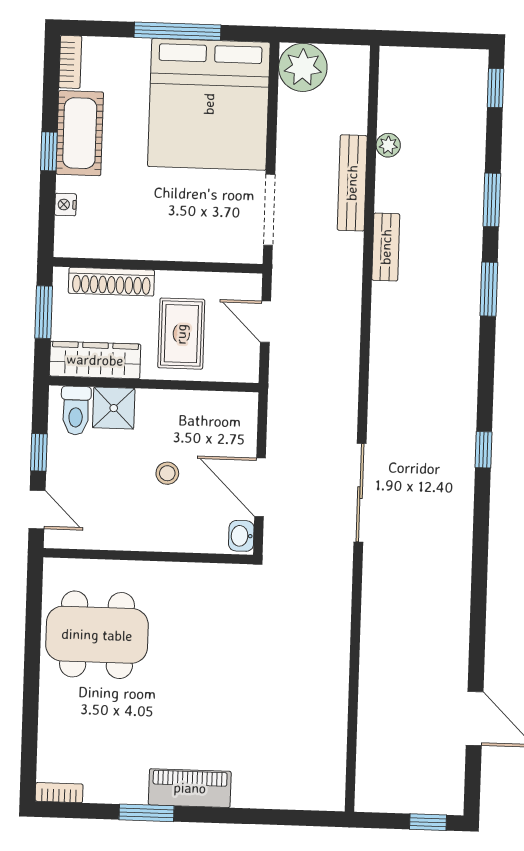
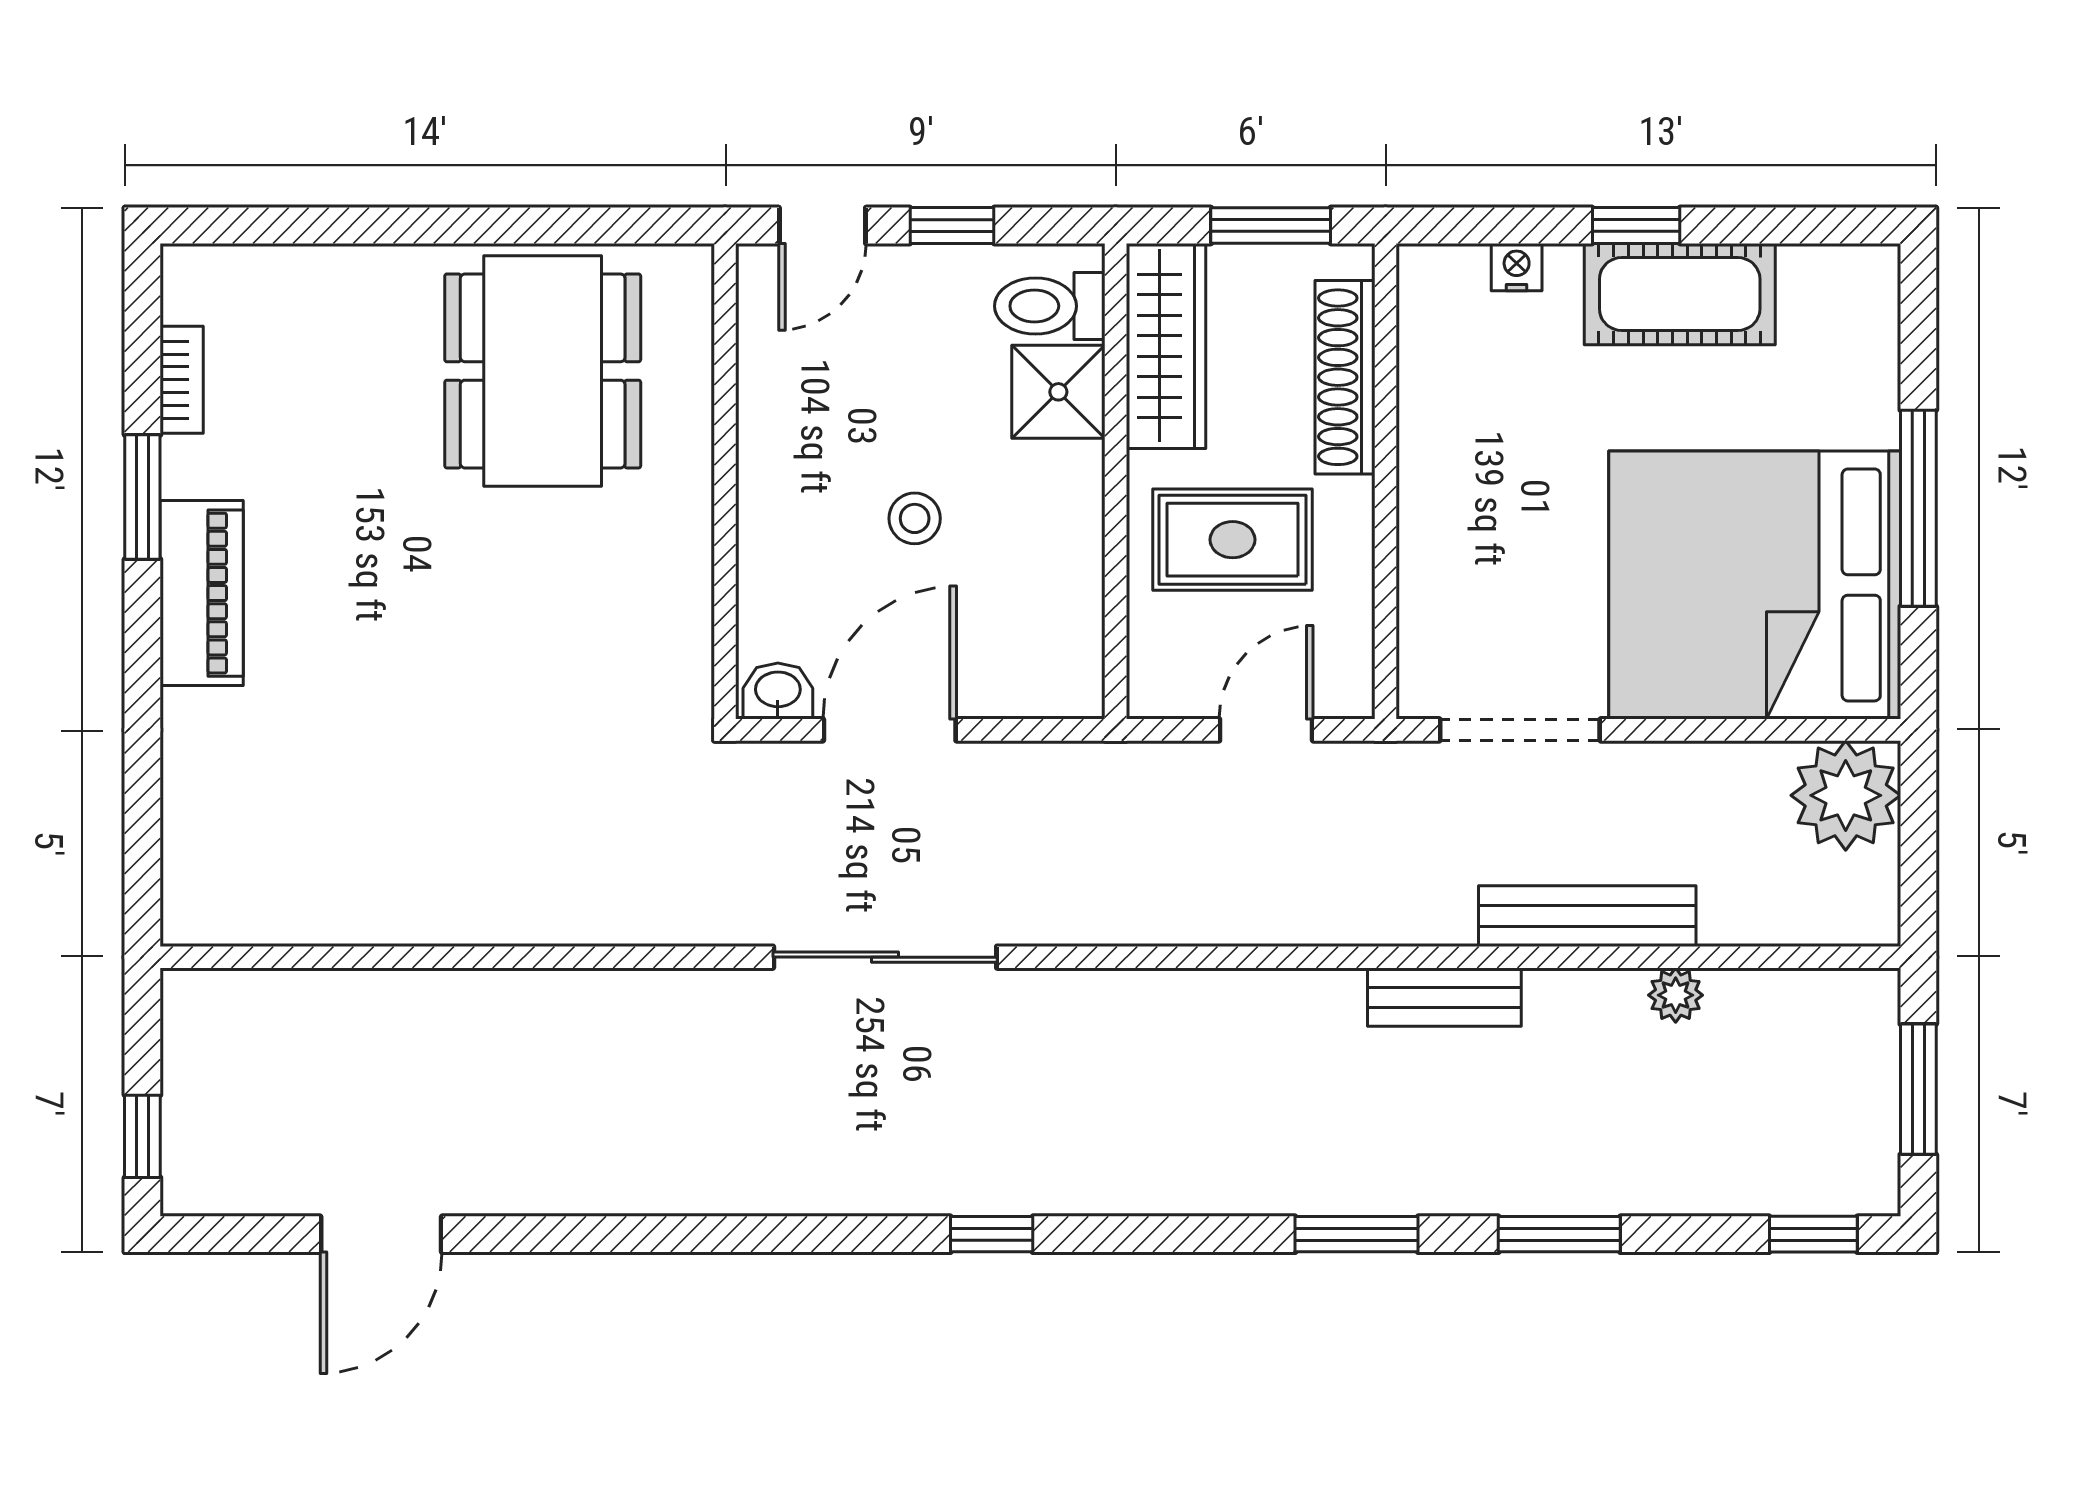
window: (433, 40) -> (1918, 1089), added
bookcase: (70, 62) -> (1841, 267), removed
bookcase: (59, 793) -> (182, 380), moved

